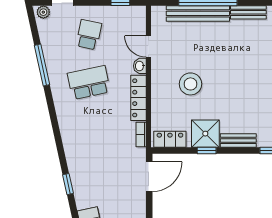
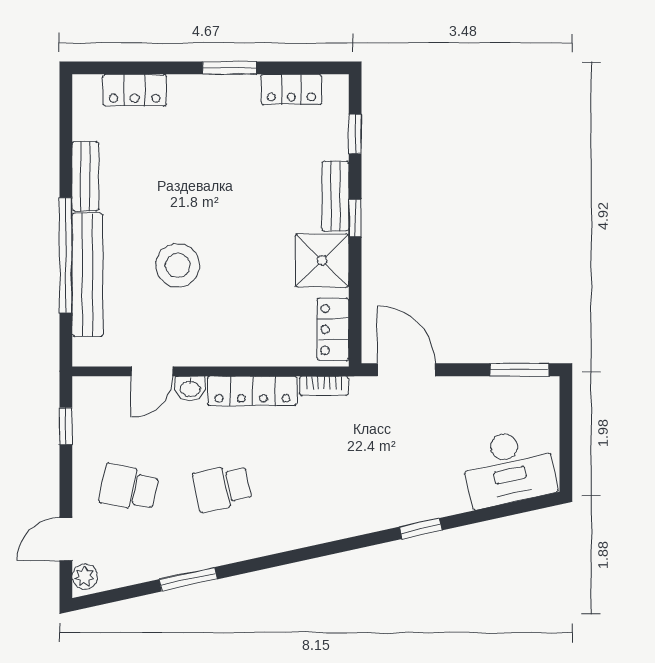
window: (42, 65) -> (188, 579), width x0.69
school desk: (89, 83) -> (222, 488), width x0.54
stool: (190, 84) -> (178, 265), moved
window: (207, 151) -> (355, 218), moved

